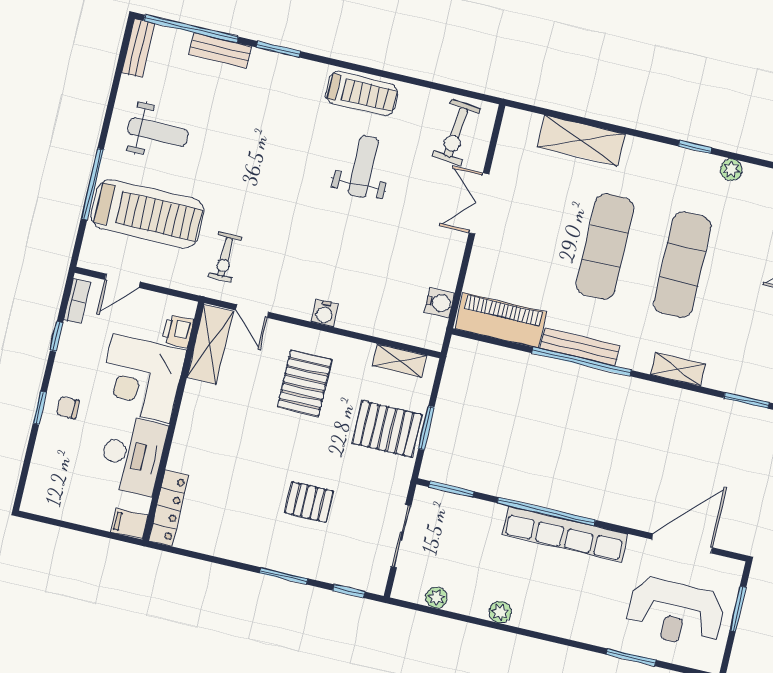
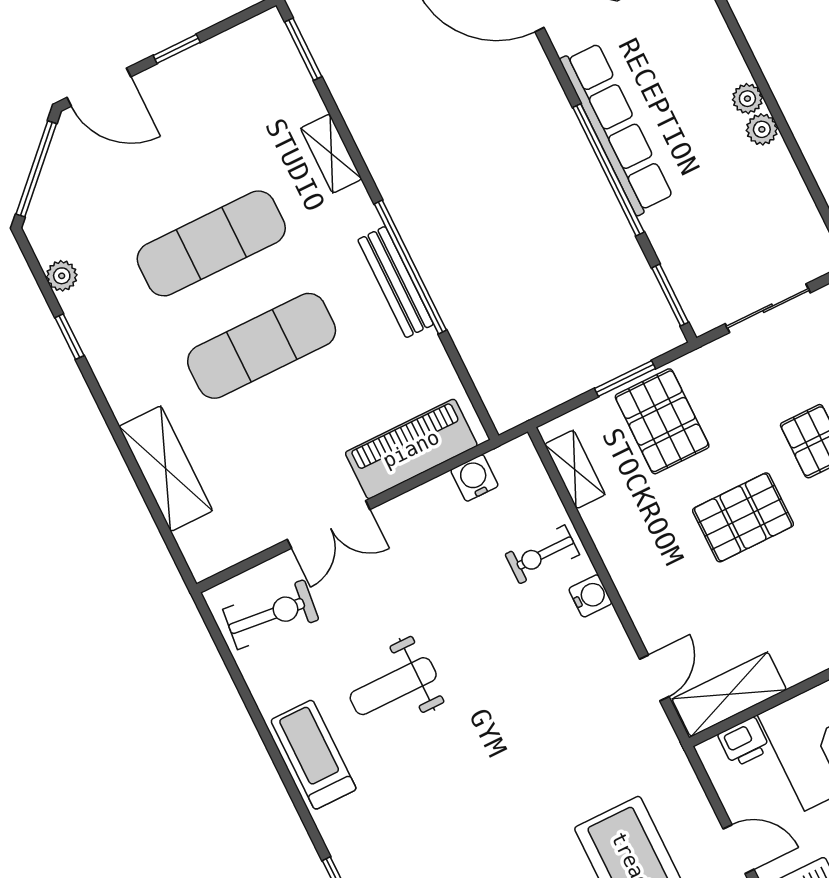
exercise bike: (225, 257) -> (542, 554), moved, turned 180
piano: (501, 320) -> (411, 449), moved, turned 90
pallet: (305, 383) -> (743, 517), moved
plant: (436, 598) -> (747, 99), moved

